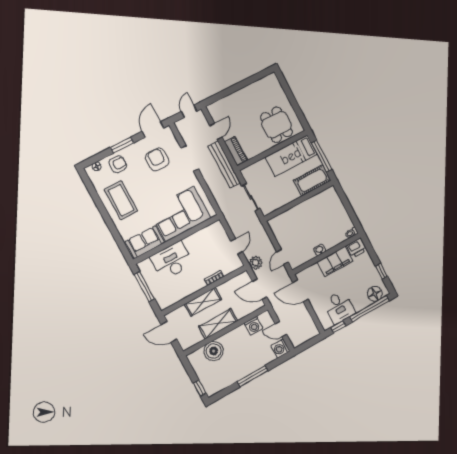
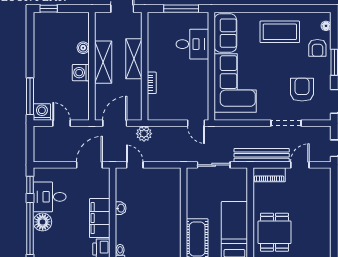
dining table: (277, 125) -> (274, 232), turned 90
door: (216, 131) -> (300, 165), swing flipped
armchair: (157, 159) -> (302, 90), turned -90
door: (237, 246) -> (196, 123), moved
desk: (172, 261) -> (192, 44), width x0.73
floor lamp: (375, 294) -> (43, 222), moved
washing machine: (253, 326) -> (81, 73), moved
door: (281, 329) -> (61, 123), hinge flipped
boiler: (214, 351) -> (83, 48), width x0.54, depth x0.54
window: (253, 376) -> (30, 96), moved

